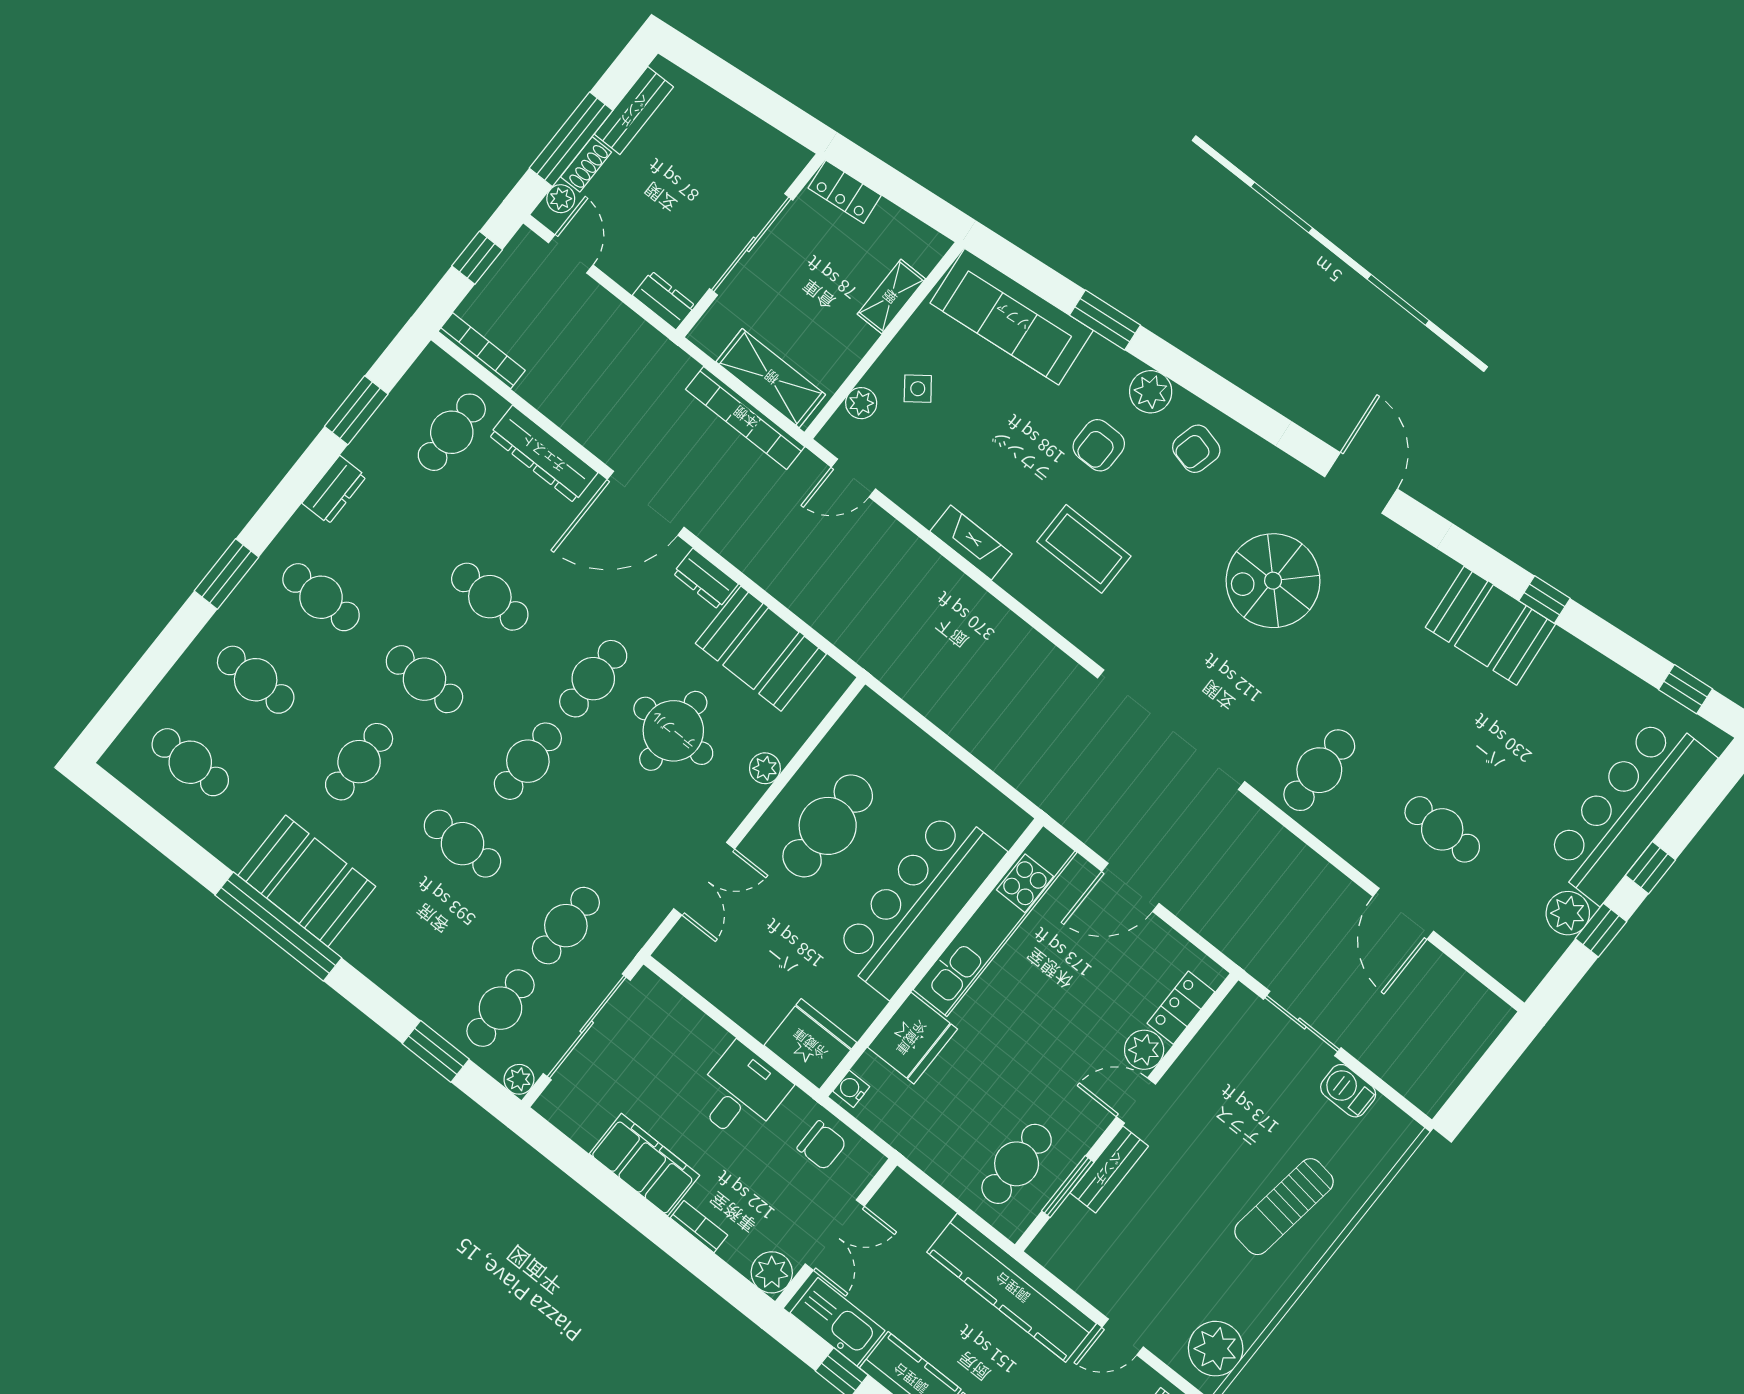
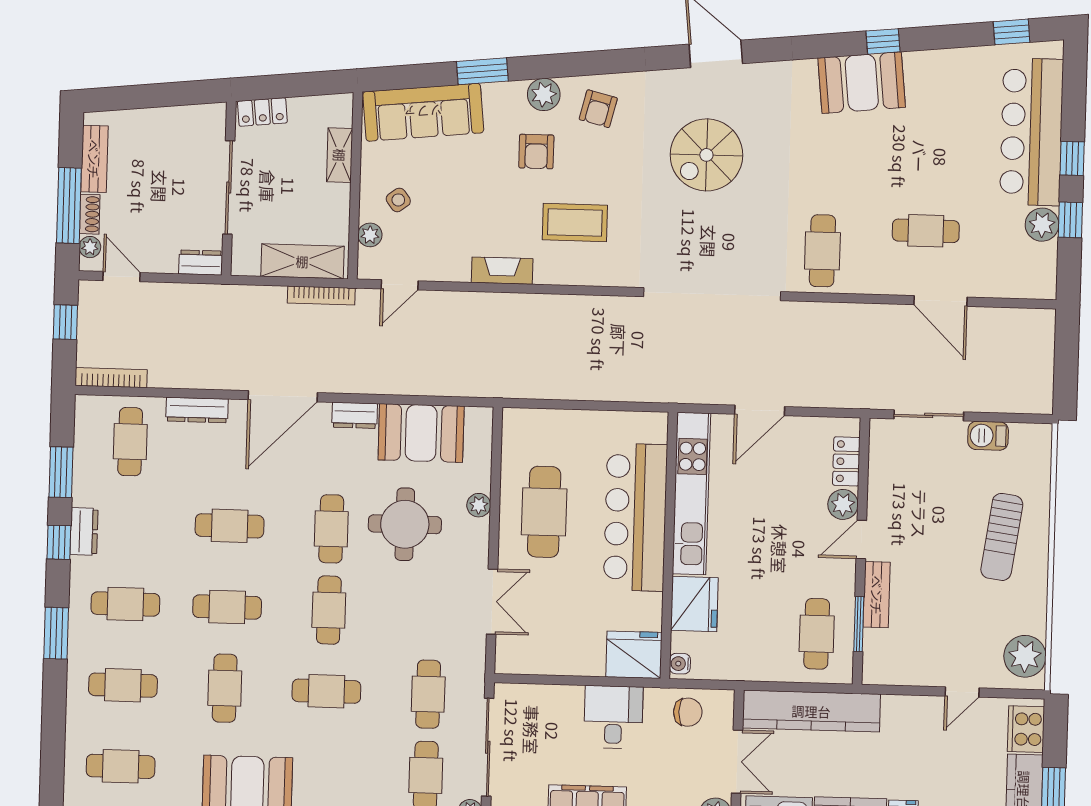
bookcase: (745, 418) -> (321, 295), width x0.68, depth x0.76
dresser: (543, 454) -> (197, 410), width x0.73, depth x0.80
window: (300, 482) -> (59, 542), added
kitchen counter: (1012, 1288) -> (811, 711), moved

